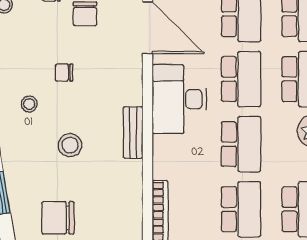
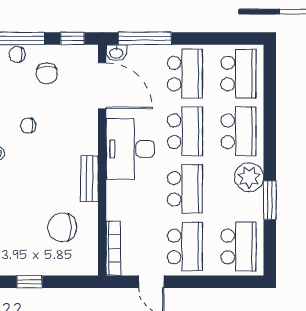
stool: (70, 145) -> (33, 190), removed
chair: (58, 218) -> (62, 228), moved

